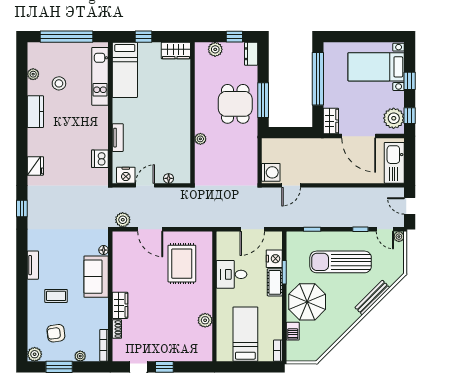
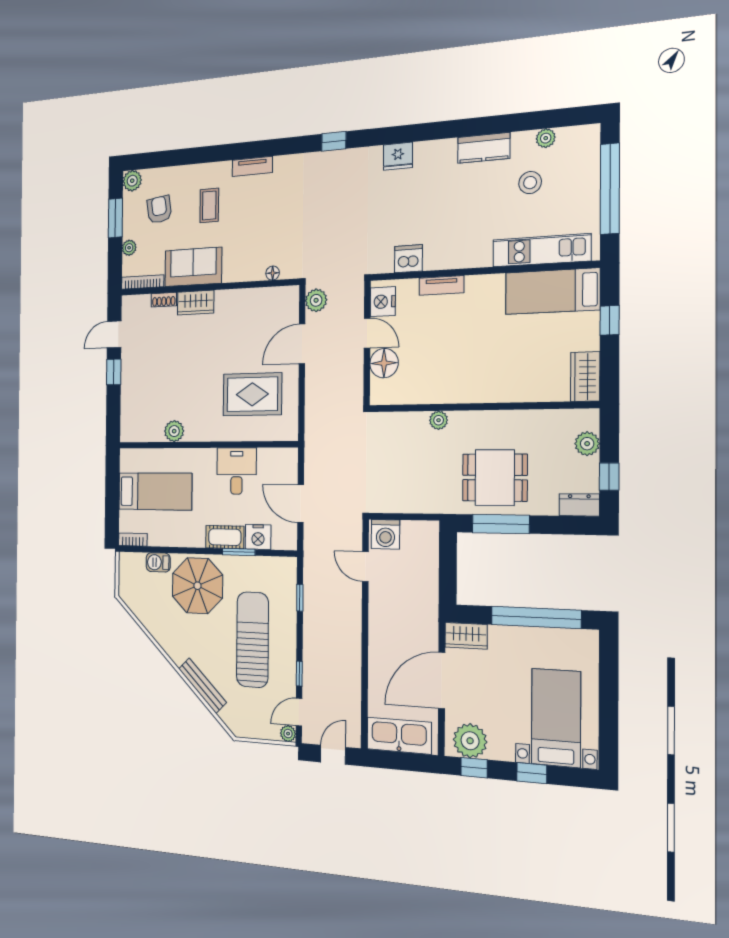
floor lamp: (169, 178) -> (384, 363), width x1.89, depth x1.89
sofa: (96, 277) -> (193, 267), moved

